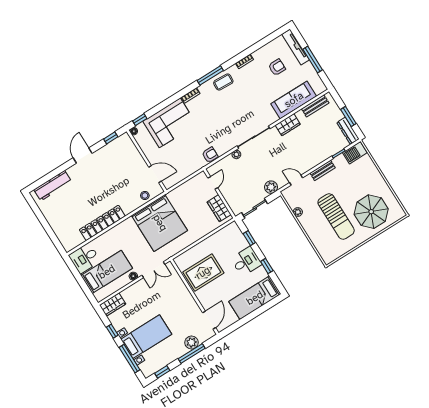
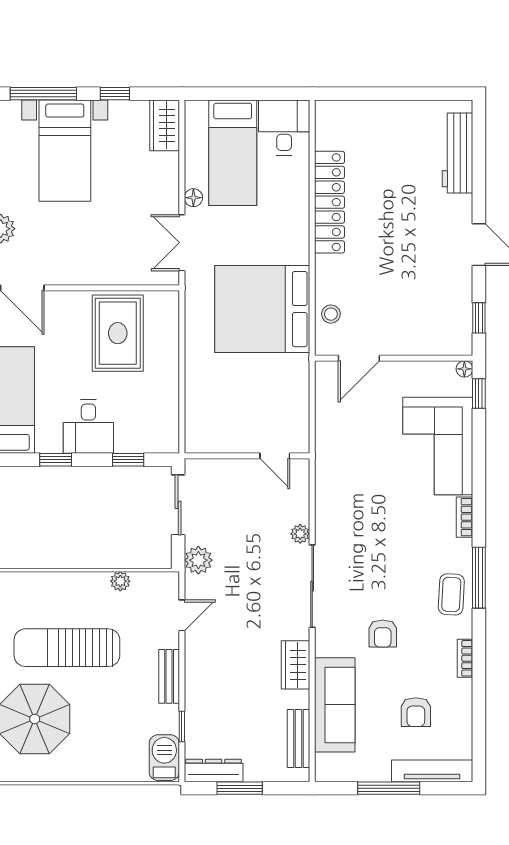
armchair: (210, 155) -> (383, 634), moved
wardrobe: (219, 208) -> (220, 438), removed

